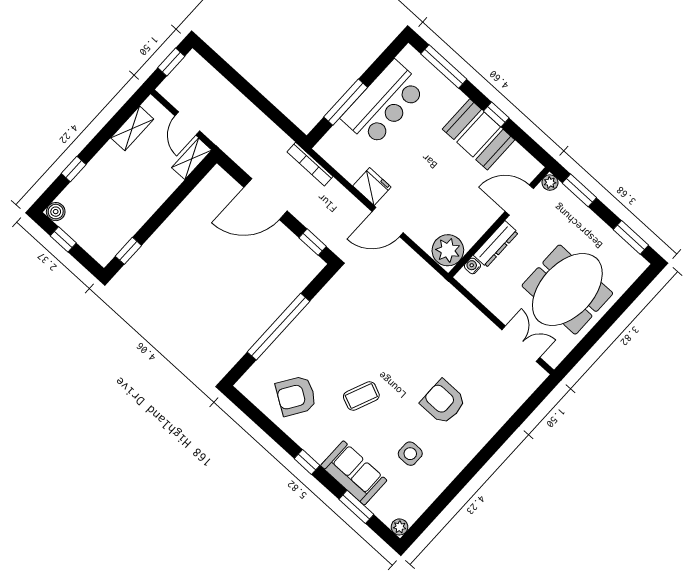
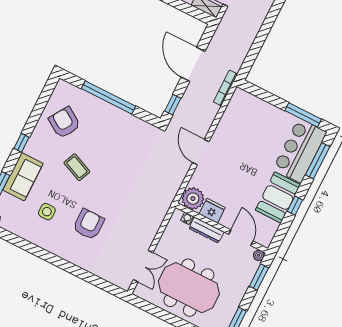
window: (346, 102) -> (303, 115), moved
bar counter: (384, 103) -> (300, 151), moved, turned 90
fridge: (372, 186) -> (212, 211), moved, turned -90

